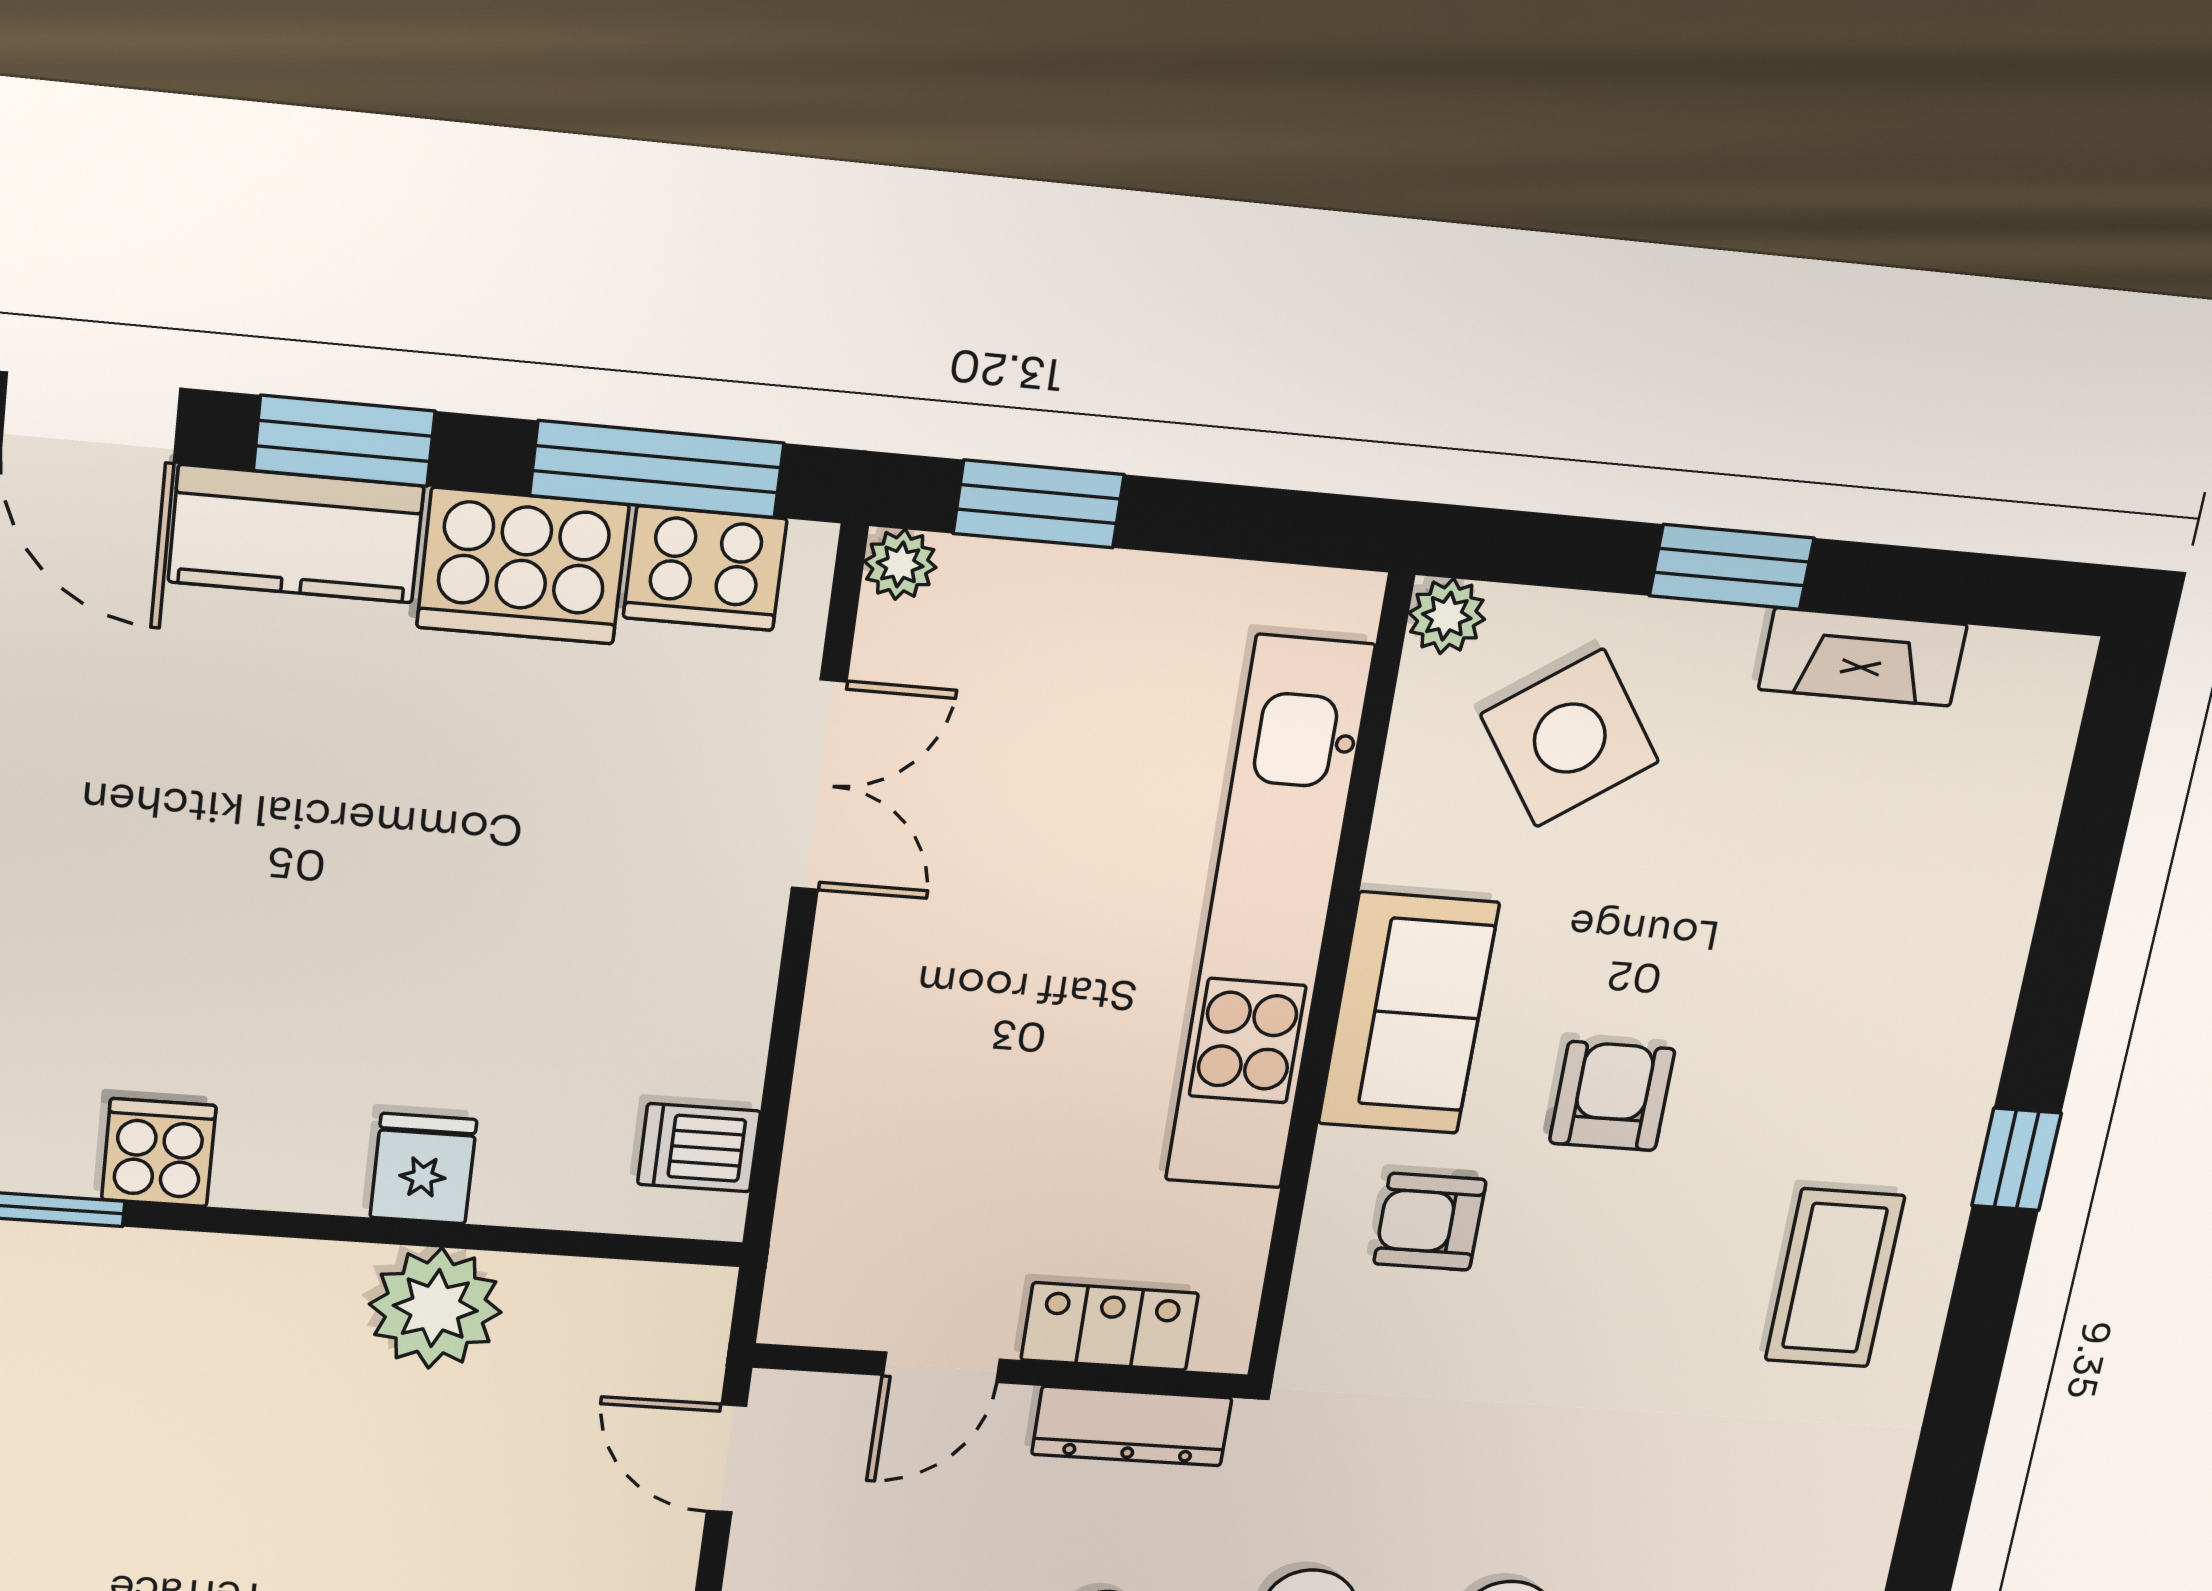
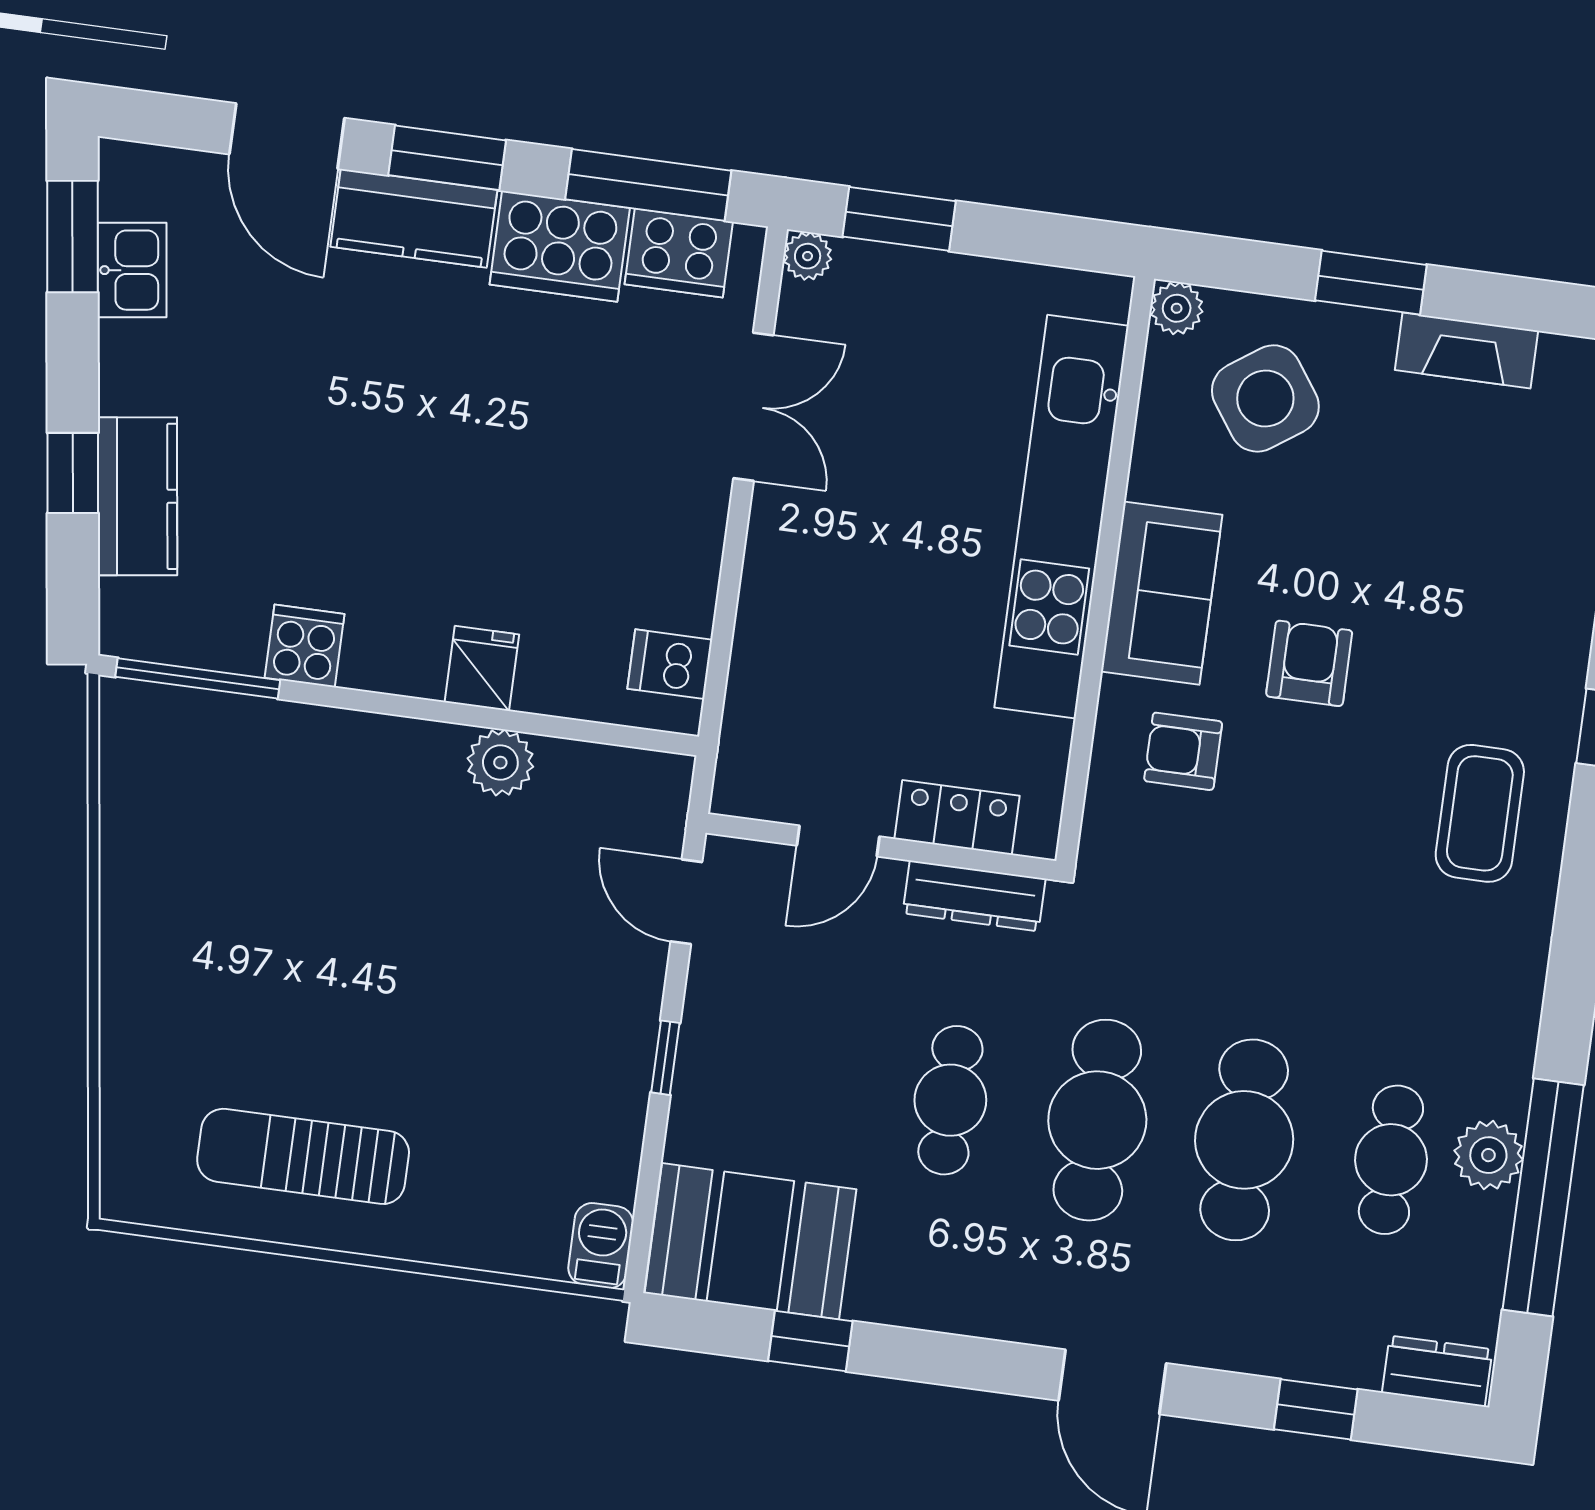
plant: (435, 1308) -> (500, 763), width x0.73, depth x0.73

